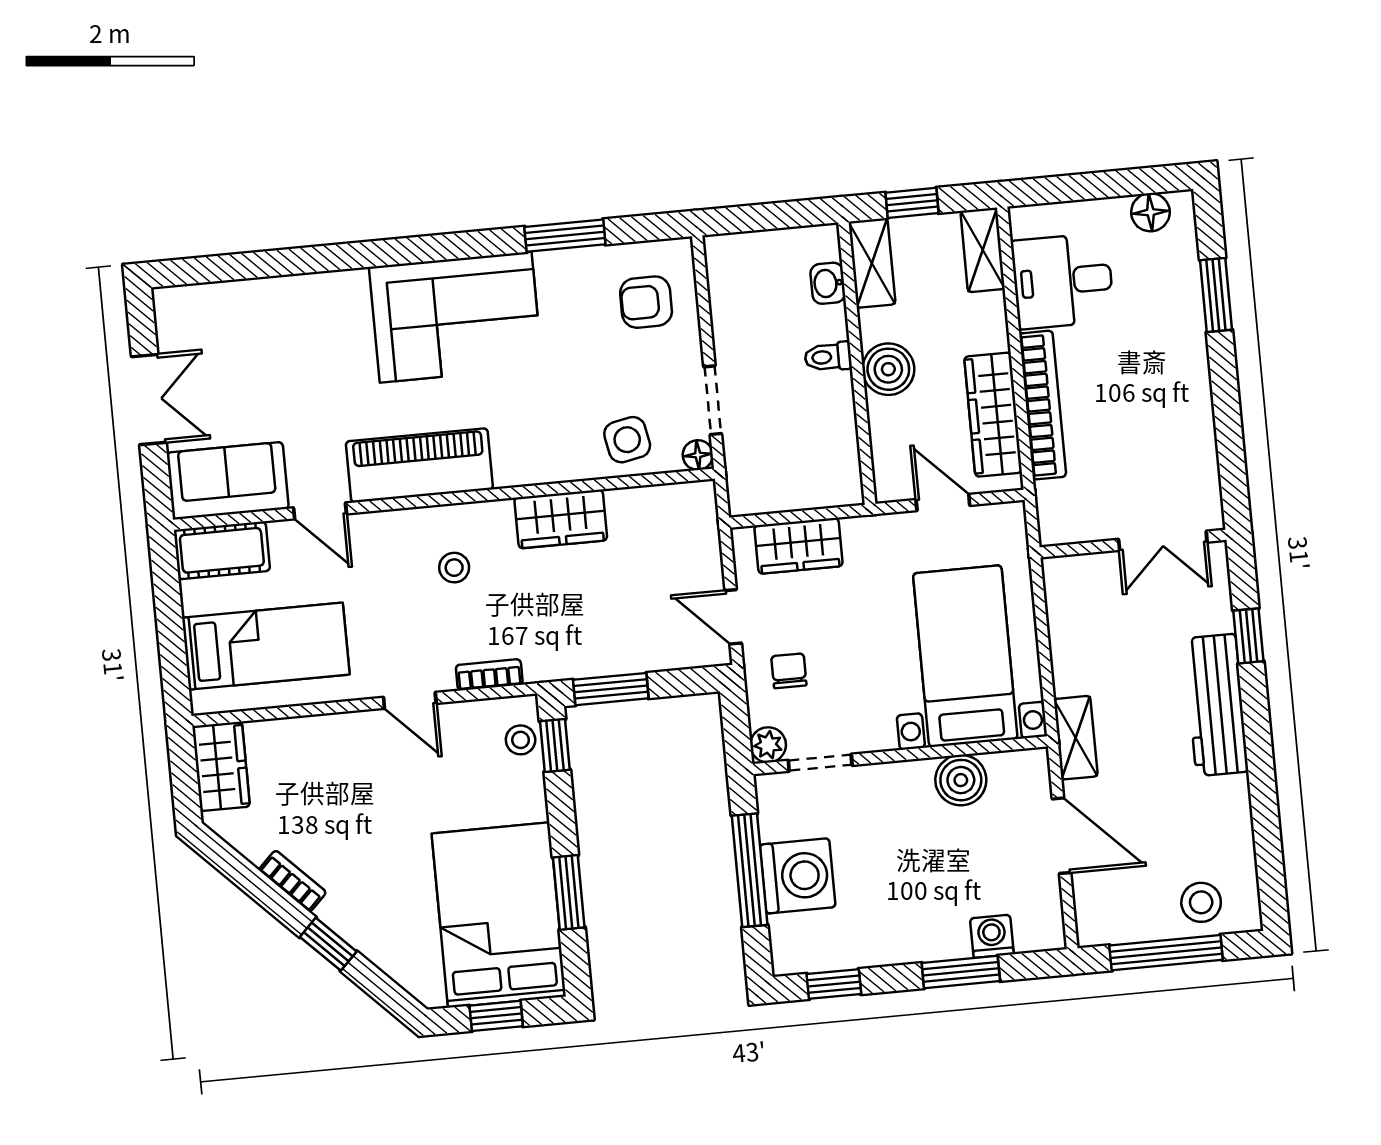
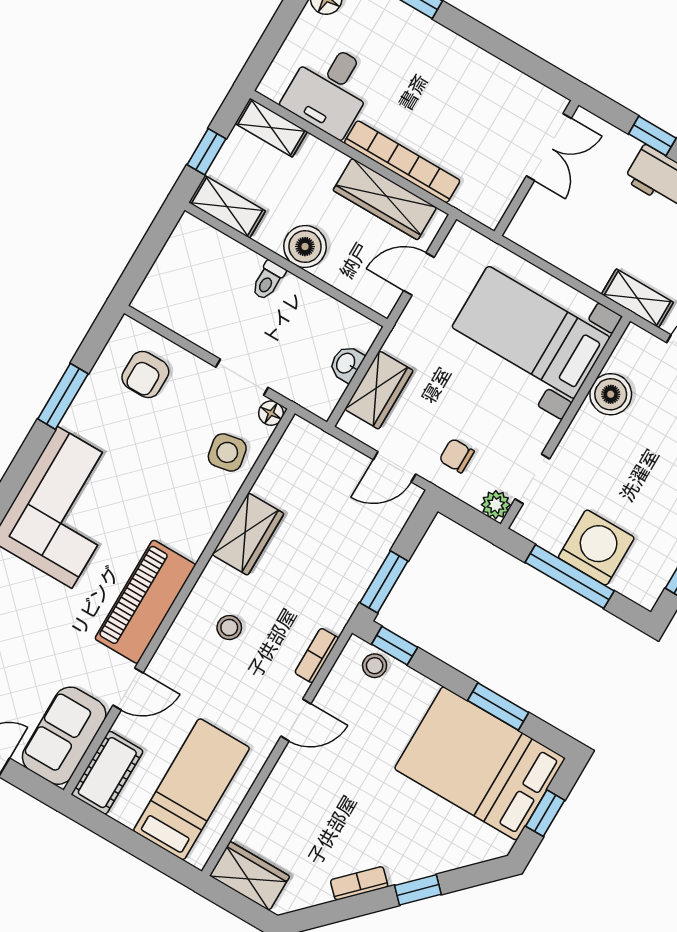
washbasin: (828, 283) -> (346, 364), moved, turned 90

